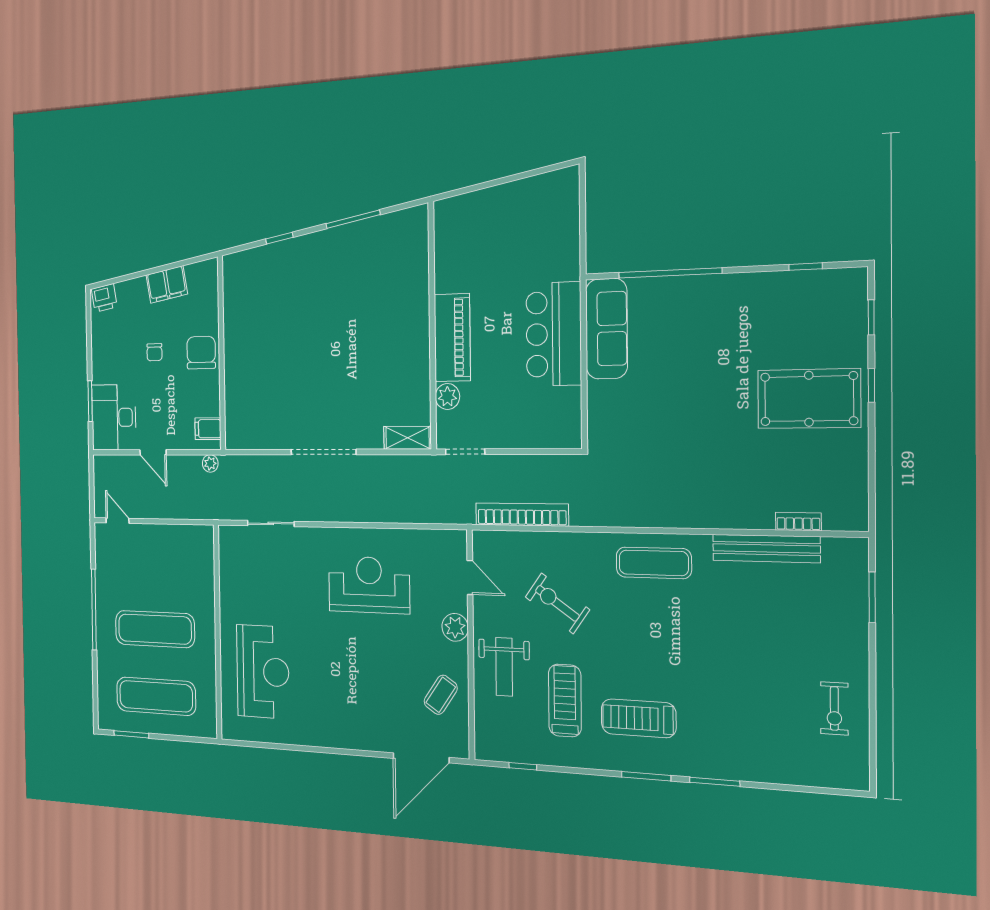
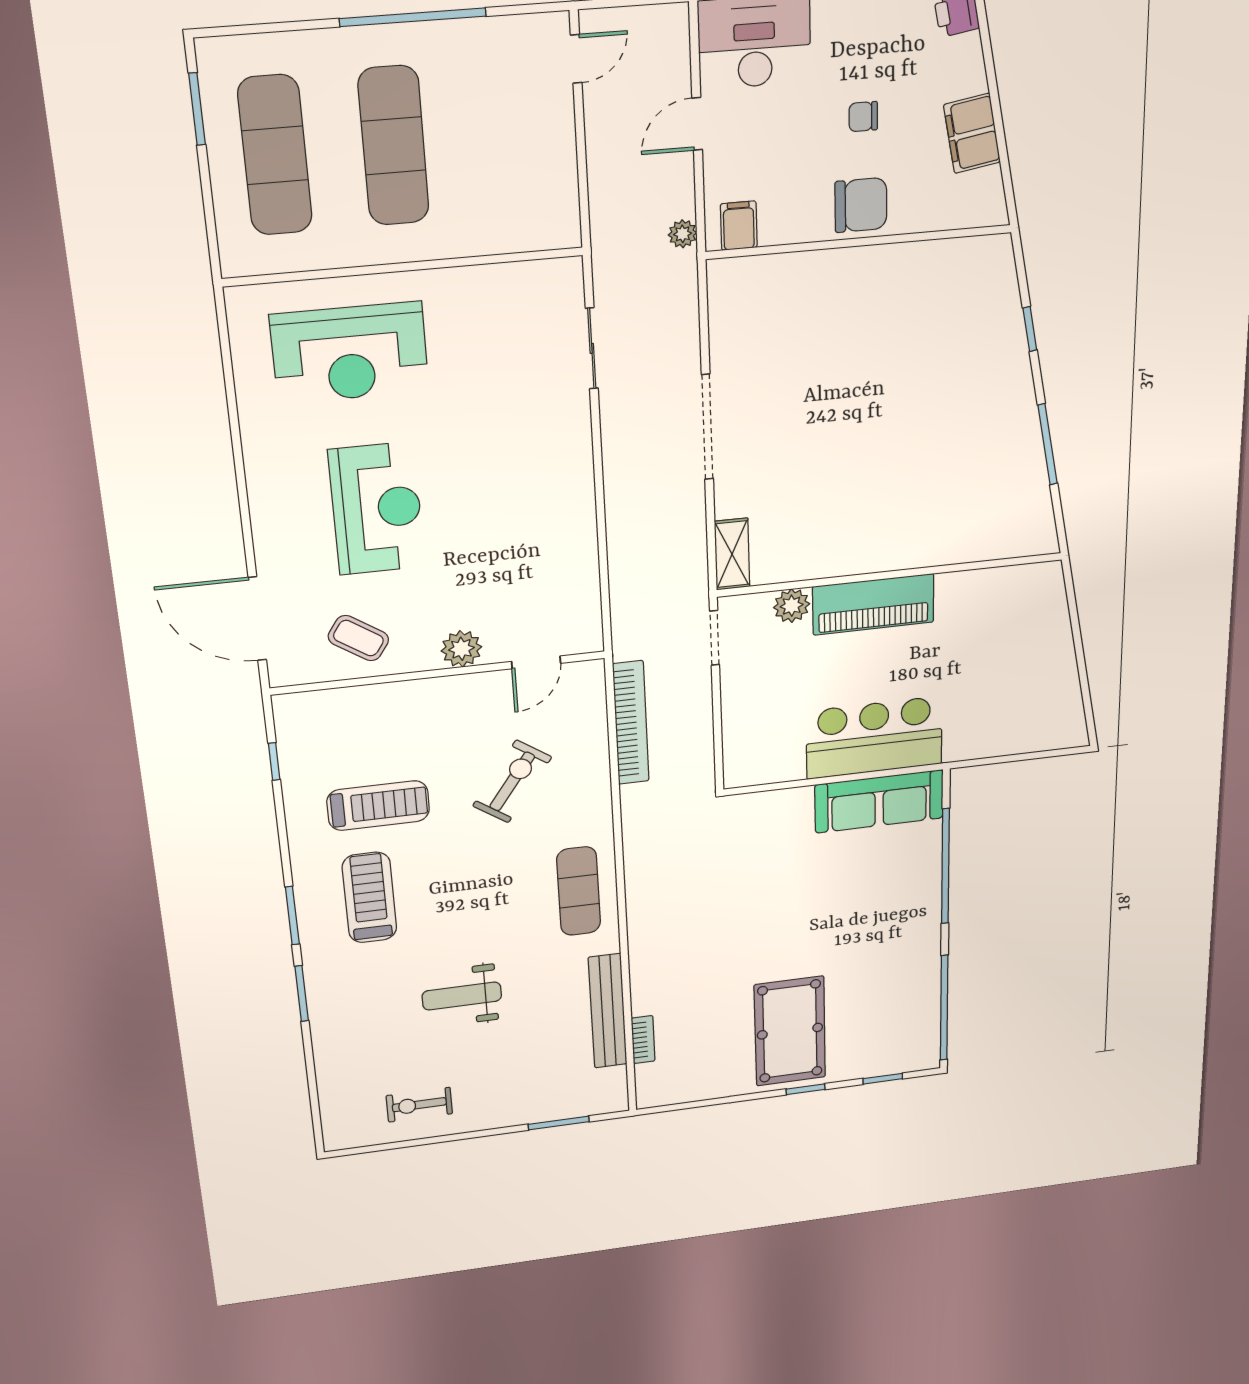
window: (806, 267) -> (944, 1008), width x3.17
reception desk: (369, 585) -> (377, 509), moved
weight bench: (504, 667) -> (462, 996), moved

